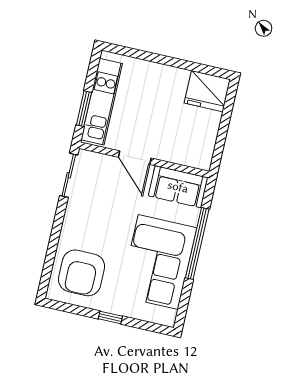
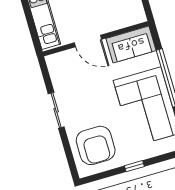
window: (84, 109) -> (32, 26), removed
sliding door: (69, 175) -> (56, 110), moved

